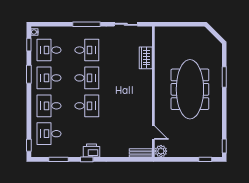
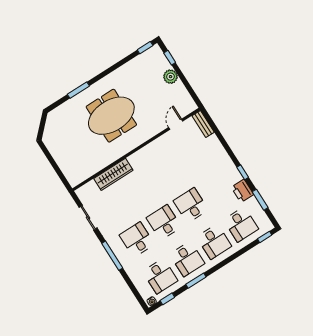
wardrobe: (146, 58) -> (113, 174), width x1.50
meeting table: (190, 89) -> (111, 116), width x0.73
printer: (92, 151) -> (242, 191), moved
plant: (161, 151) -> (170, 77), moved

